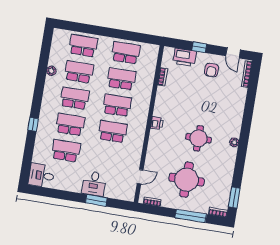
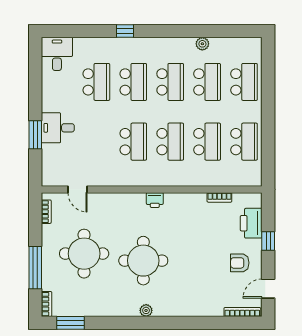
round table: (199, 138) -> (143, 261), width x1.36, depth x1.36

